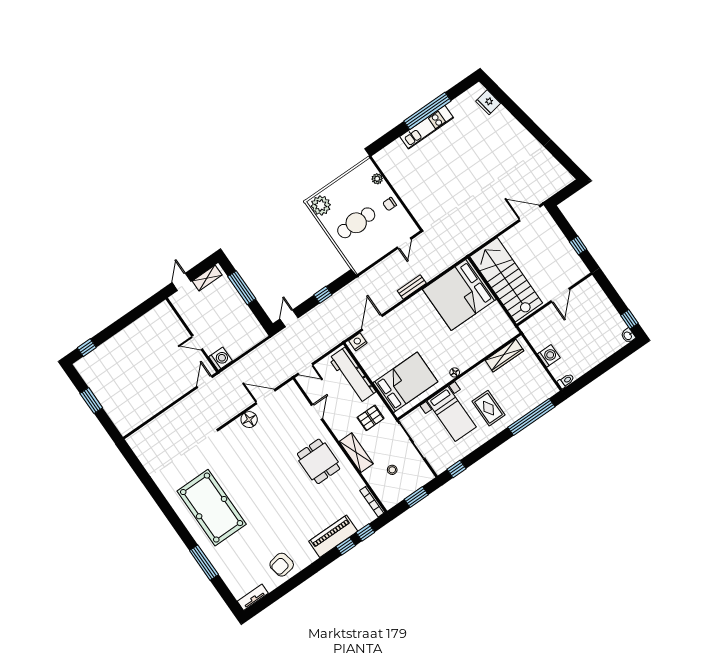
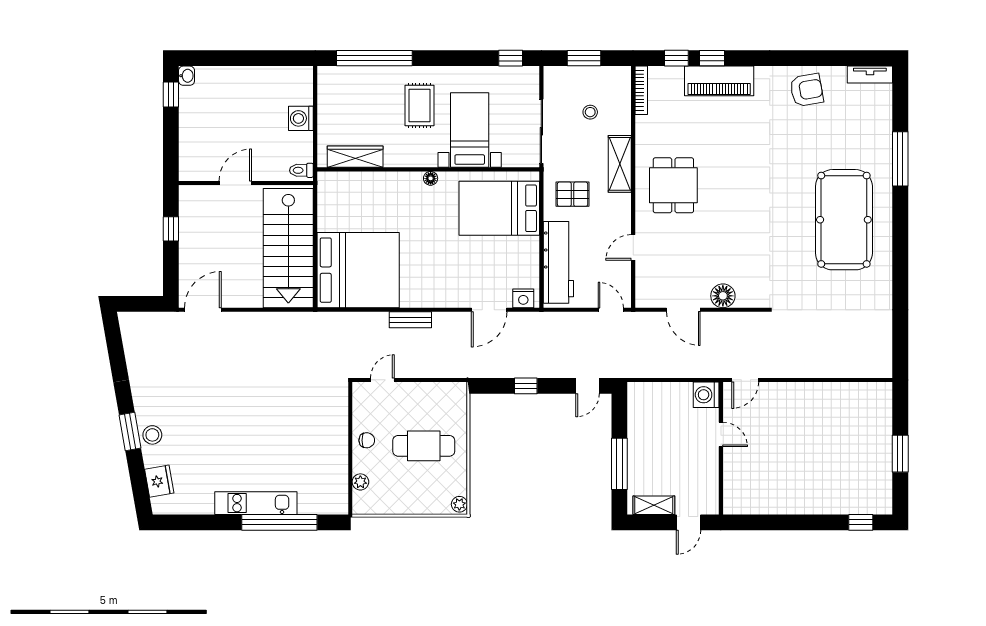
window: (427, 111) -> (279, 522), moved
window: (523, 118) -> (130, 432), added
stool: (510, 125) -> (152, 435), added
plant: (321, 205) -> (459, 504), width x0.53, depth x0.53
door: (530, 213) -> (203, 310), swing flipped
toilet: (566, 381) -> (301, 170), moved

